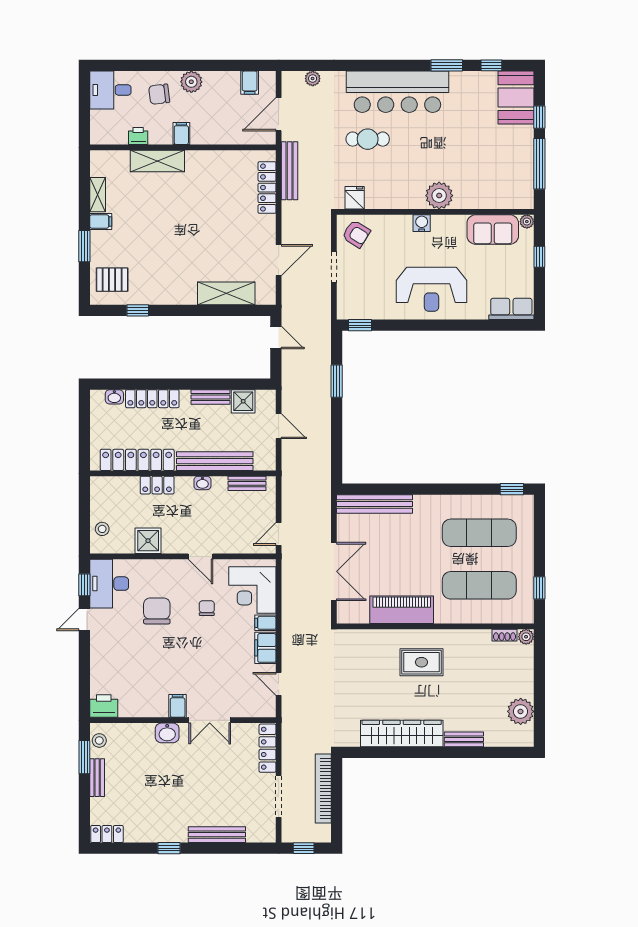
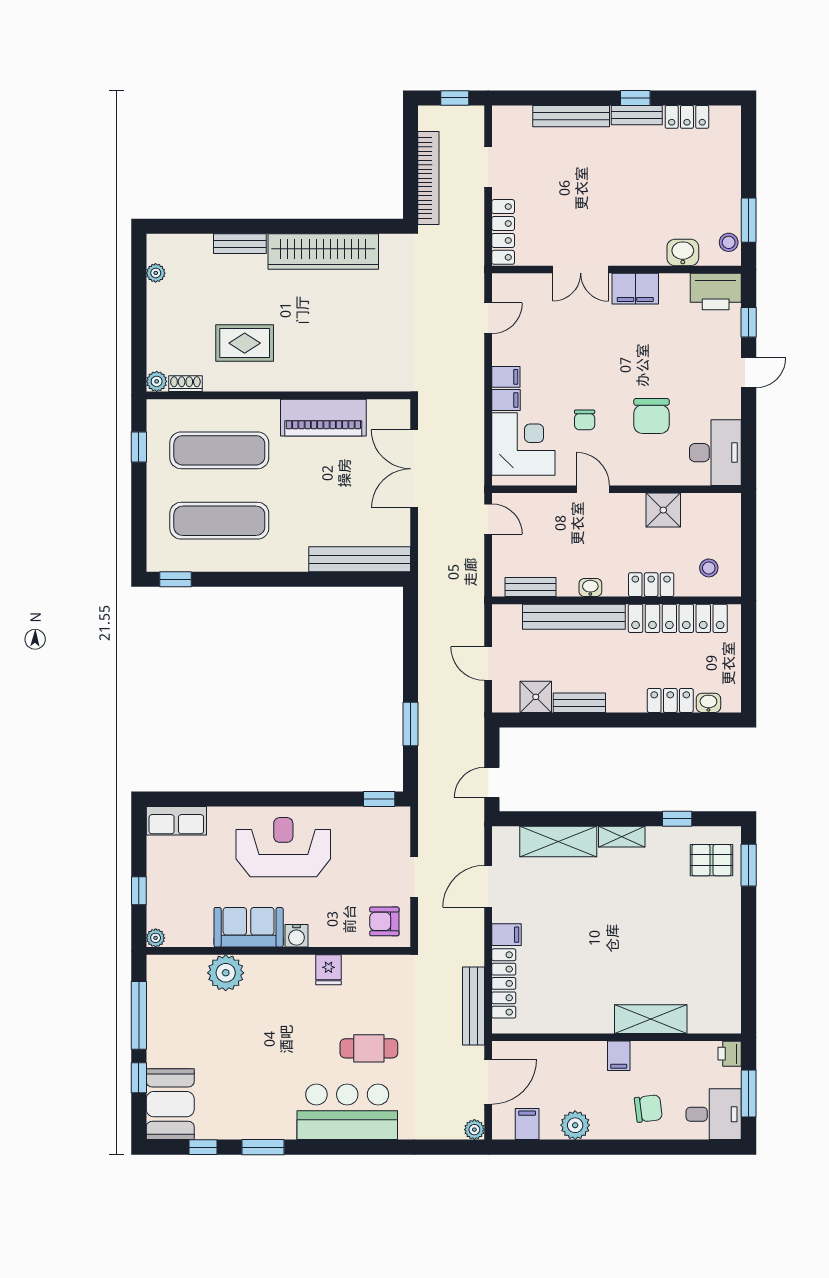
plant: (313, 79) -> (474, 1130), moved
plant: (191, 82) -> (575, 1125), moved
bar counter: (397, 92) -> (347, 1112), width x0.73
window: (84, 105) -> (749, 1094), added
printer: (138, 136) -> (730, 1054), moved, turned 90
shelving: (98, 195) -> (622, 837), moved, turned 90
plant: (439, 196) -> (226, 973), moved
fridge: (355, 198) -> (328, 970), moved
filing cabinet: (101, 221) -> (506, 935), moved, turned 180
sofa: (493, 229) -> (249, 927), moved
armchair: (356, 234) -> (384, 921), turned -32
window: (84, 246) -> (749, 865), moved
door: (276, 337) -> (492, 783), hinge flipped
locker: (152, 399) -> (670, 700), width x0.66
stool: (102, 529) -> (709, 568), moved
door: (279, 534) -> (488, 519), hinge flipped
window: (84, 585) -> (749, 322), moved
door: (84, 619) -> (749, 373), moved
filing cabinet: (265, 648) -> (506, 377), width x0.50
rug: (421, 662) -> (245, 343), moved
door: (279, 684) -> (488, 318), hinge flipped
printer: (104, 706) -> (716, 292), width x1.37, depth x1.19
filing cabinet: (178, 706) -> (635, 289), width x2.00
plant: (521, 711) -> (156, 273), width x0.53, depth x0.53
double door: (210, 720) -> (581, 270), swing flipped
washbasin: (167, 733) -> (683, 252), moved
bench: (97, 778) -> (637, 115), moved, turned 90
doorway: (279, 796) -> (488, 167), width x0.73
locker: (107, 834) -> (687, 117), moved

